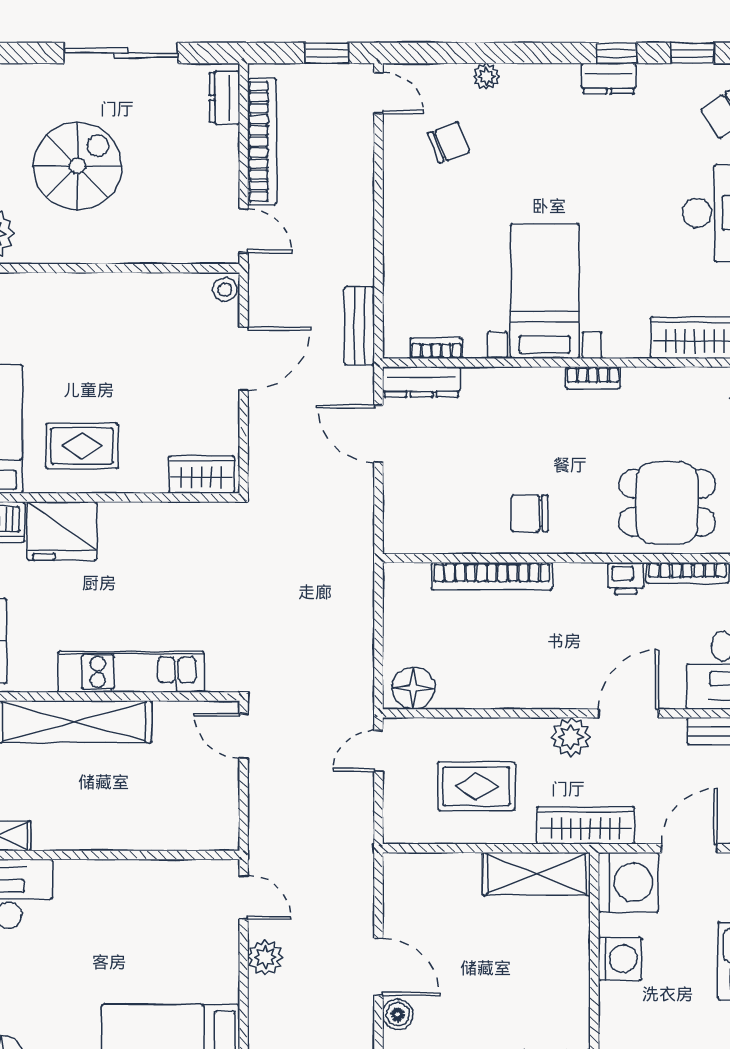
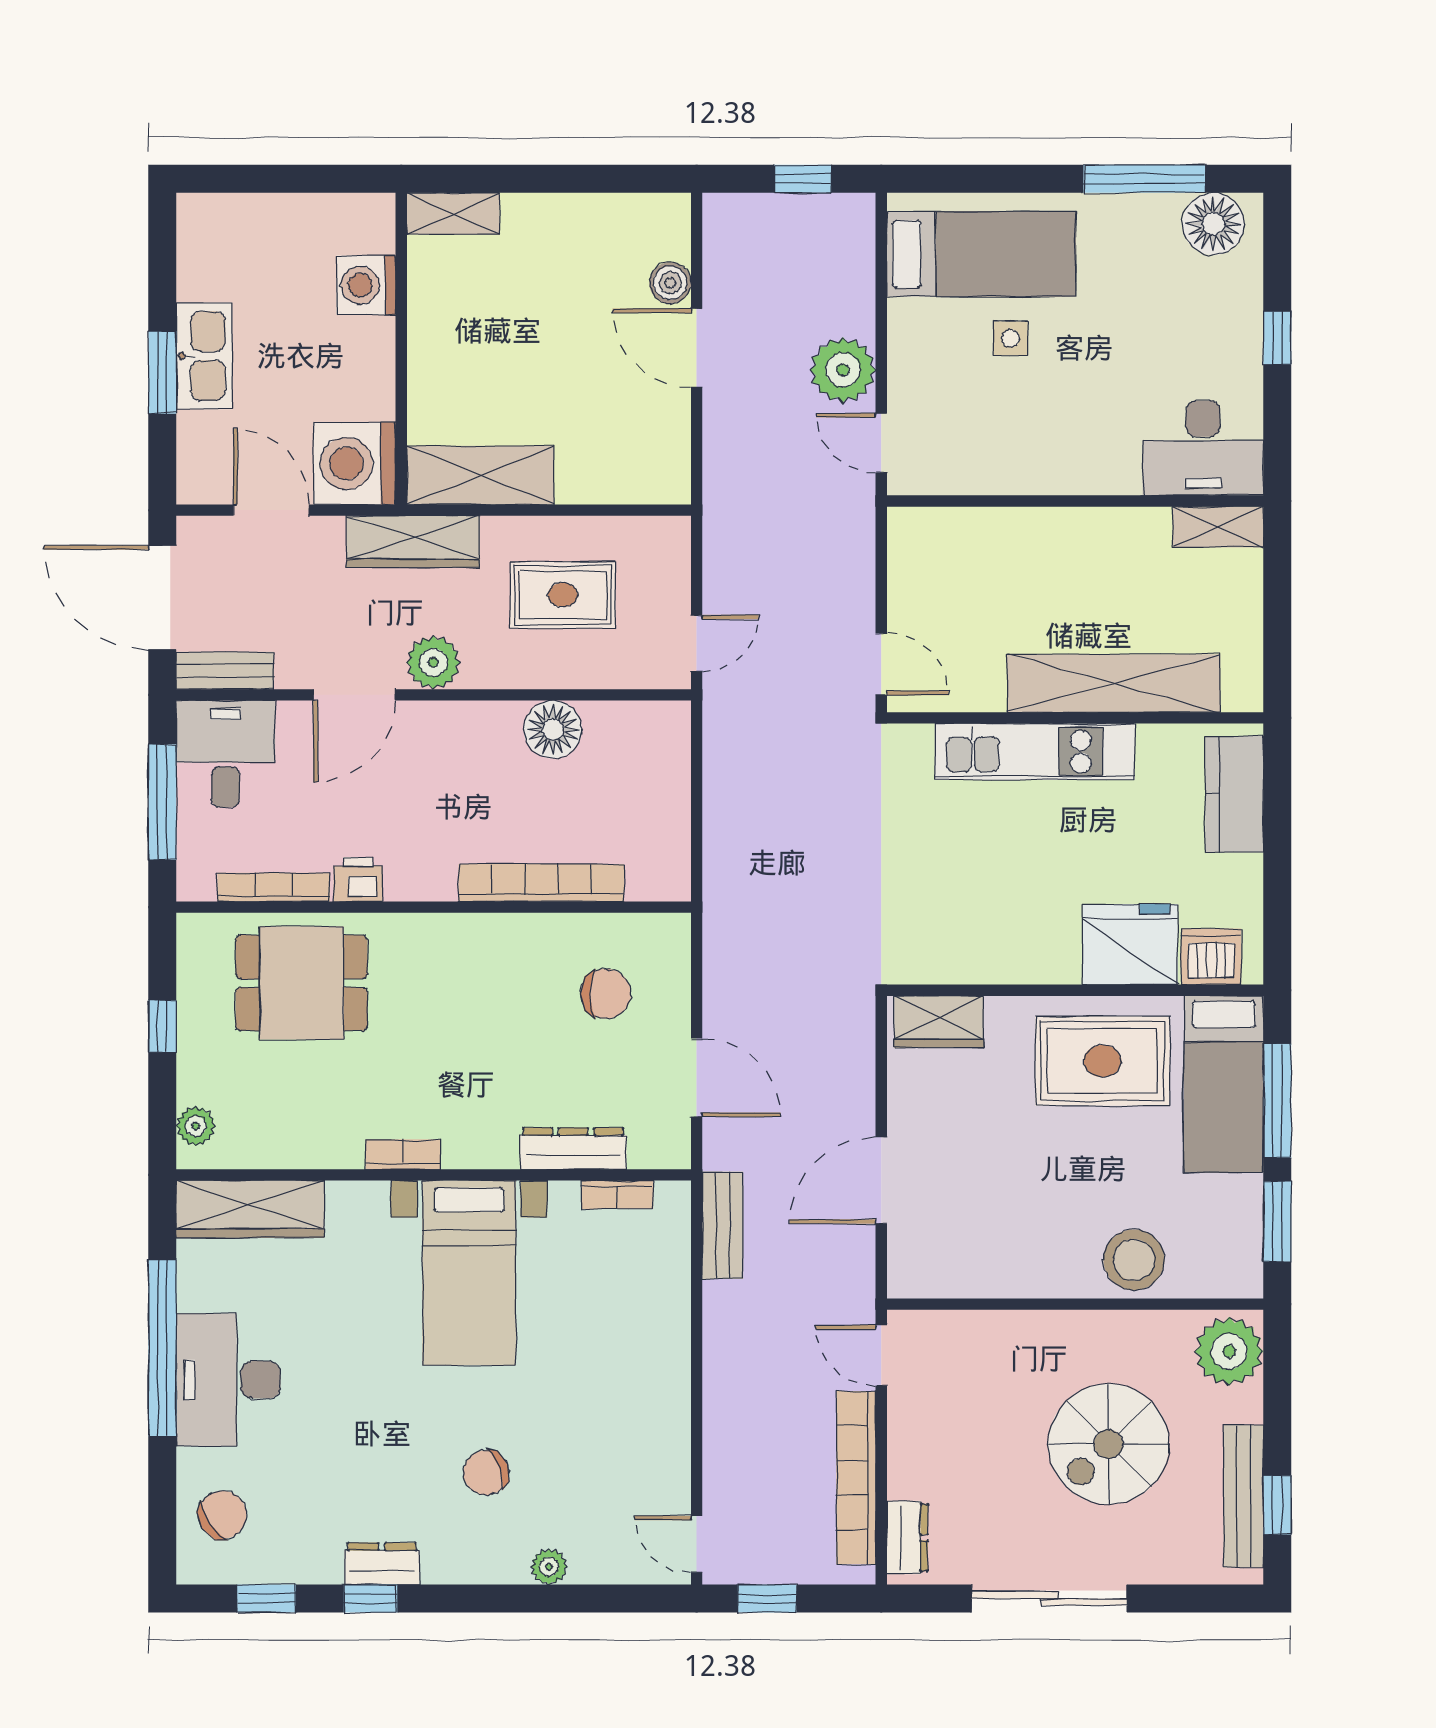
chair: (448, 142) -> (486, 1473), moved
stool: (225, 290) -> (1134, 1260), moved, width x1.89, depth x1.89
dresser: (421, 382) -> (573, 1149), moved
rug: (82, 446) -> (1102, 1061), width x1.36, depth x1.43
chair: (530, 514) -> (606, 994), moved
floor lamp: (414, 688) -> (553, 729), moved
door: (689, 848) -> (271, 510), swing flipped
plant: (265, 957) -> (843, 370), width x1.36, depth x1.36
washing machine: (620, 959) -> (366, 285), moved
side table: (149, 974) -> (1011, 338), added

